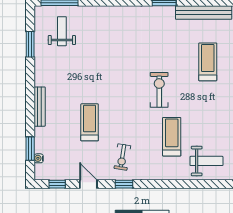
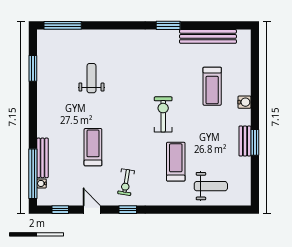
weight bench: (62, 31) -> (91, 78), moved
treadmill: (208, 62) -> (212, 86), turned 180
bench: (40, 107) -> (43, 158), moved
window: (30, 149) -> (33, 174), width x2.11

